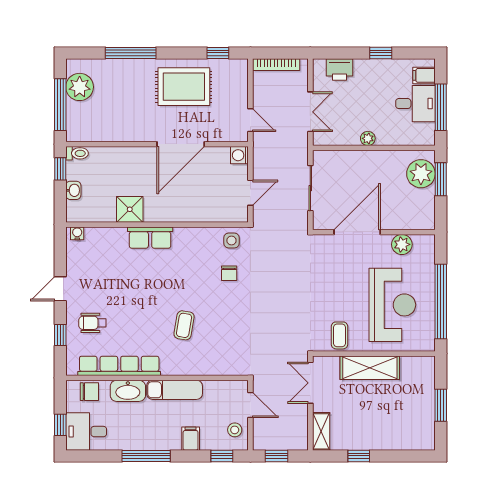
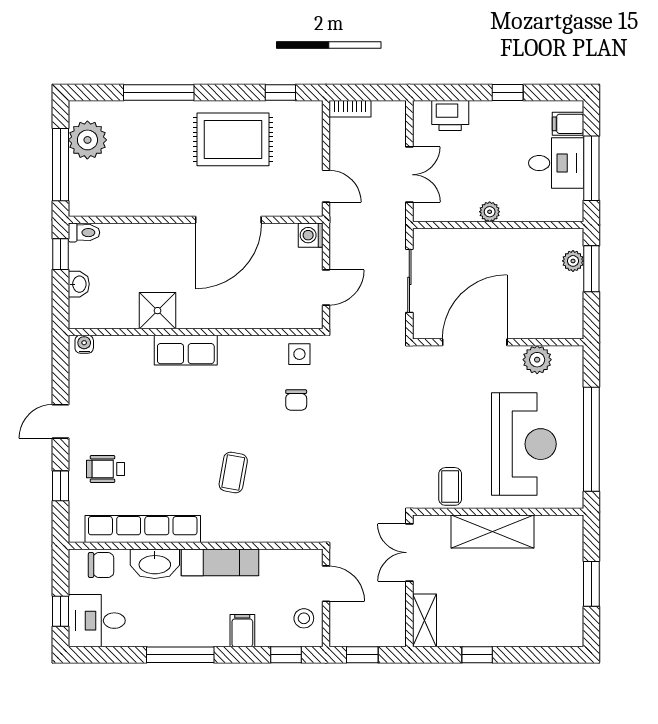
bookcase: (276, 65) -> (350, 109), width x0.64
plant: (421, 174) -> (573, 261), width x0.53, depth x0.53

